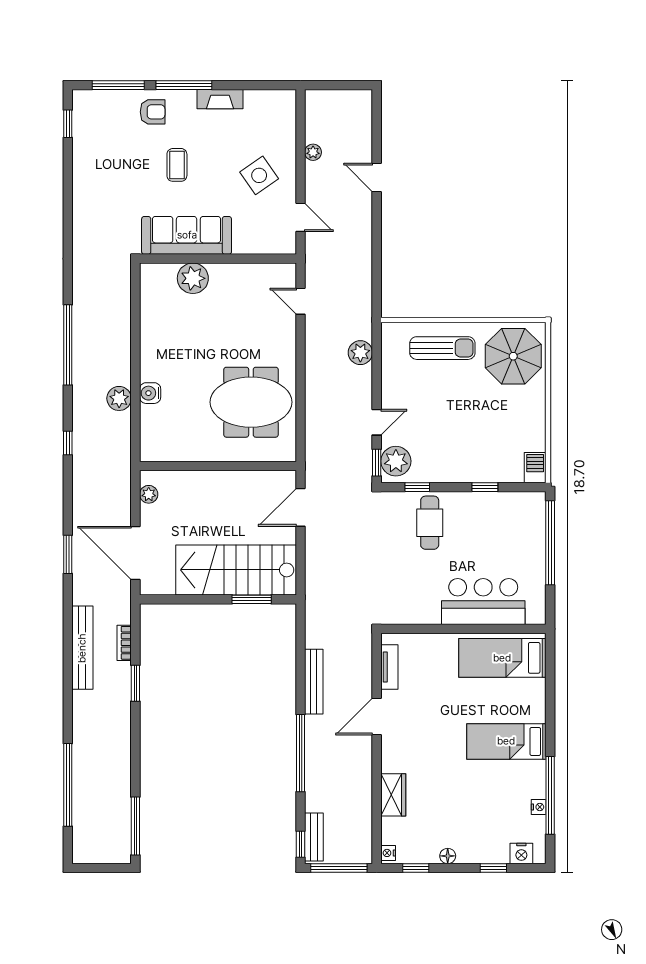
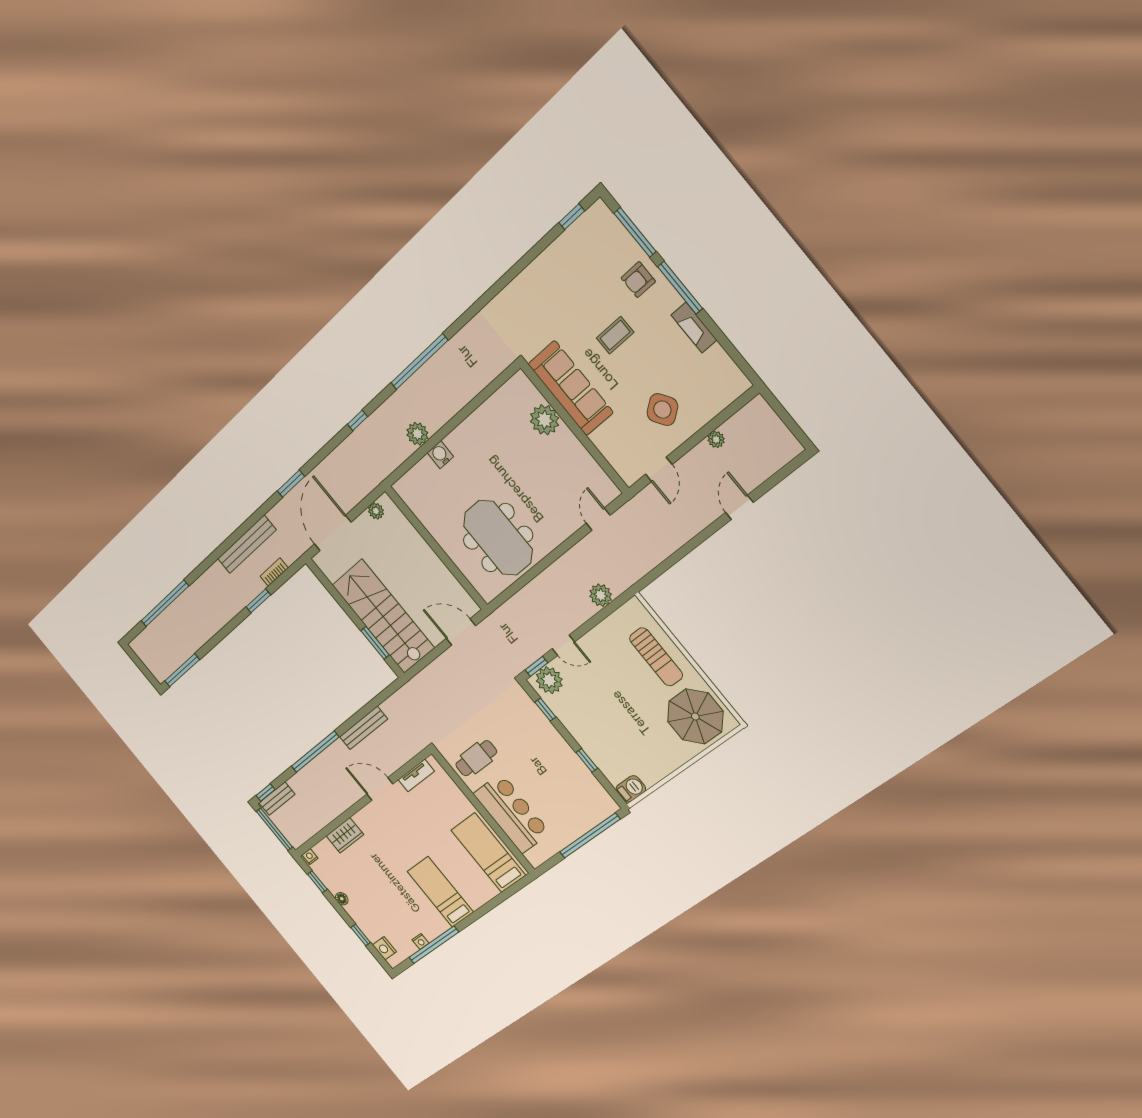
armchair: (153, 112) -> (638, 280), turned 90
cafe table: (430, 523) -> (476, 758), moved

